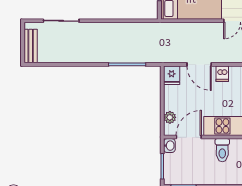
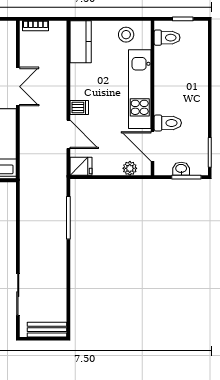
door: (199, 64) -> (68, 134), hinge flipped
washbasin: (169, 146) -> (181, 169), moved
toilet: (222, 150) -> (168, 123), moved

